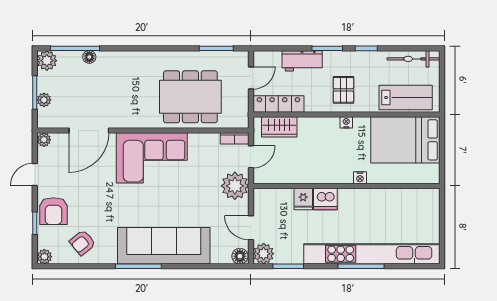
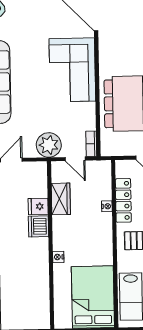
locker: (278, 104) -> (123, 200), moved
nightstand: (346, 122) -> (107, 206), moved
wardrobe: (279, 127) -> (61, 199), moved, turned 180

